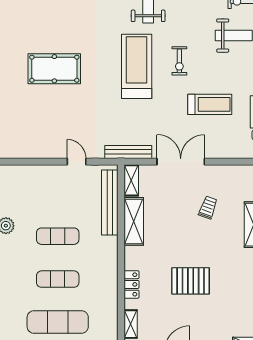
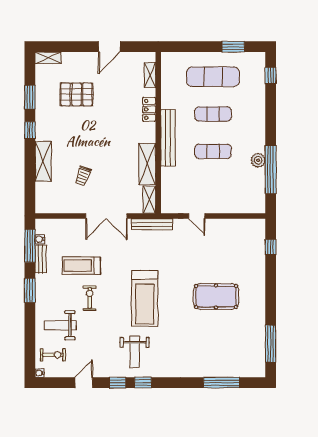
exercise bike: (179, 61) -> (90, 298), moved
bench: (110, 202) -> (168, 138), moved
pallet: (191, 281) -> (76, 94), moved

